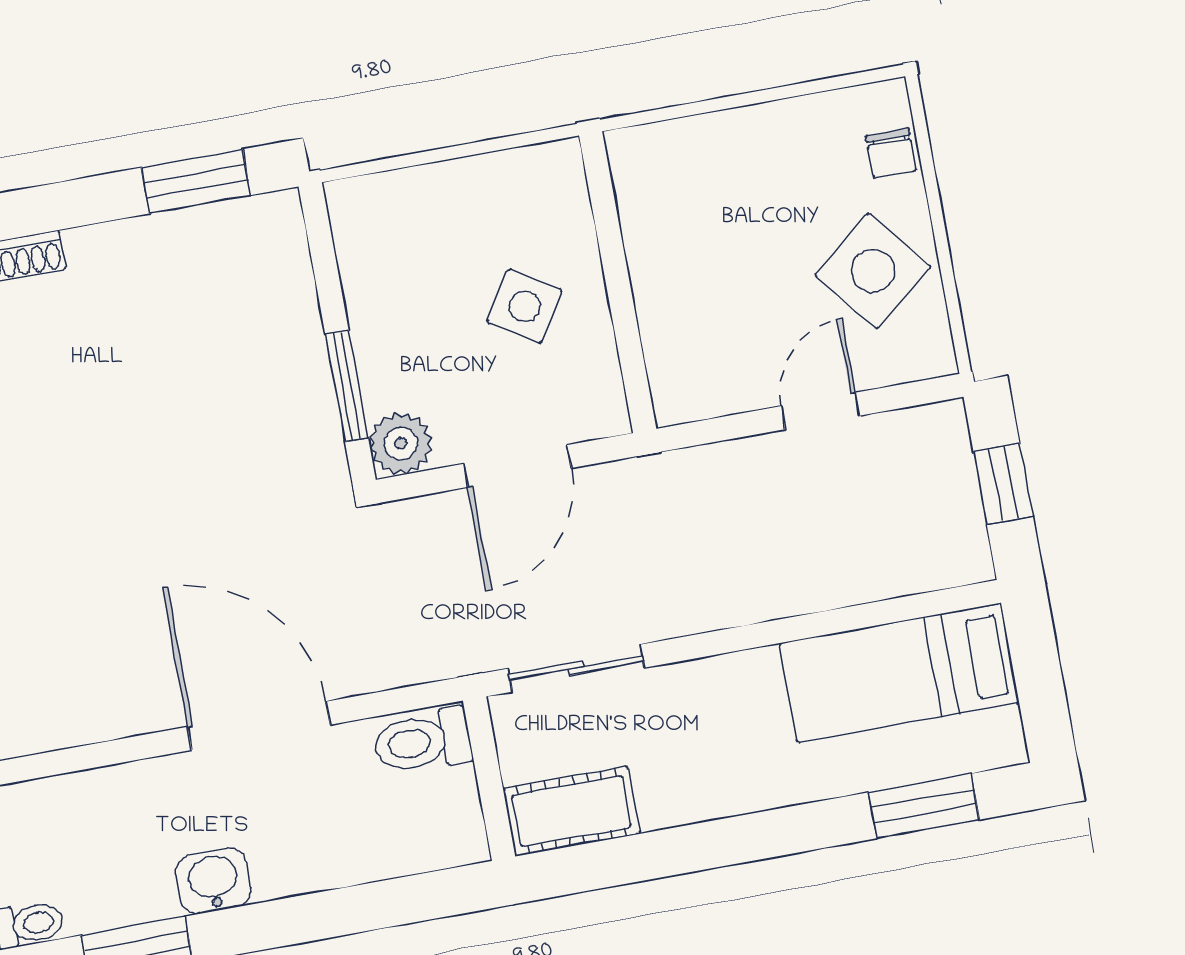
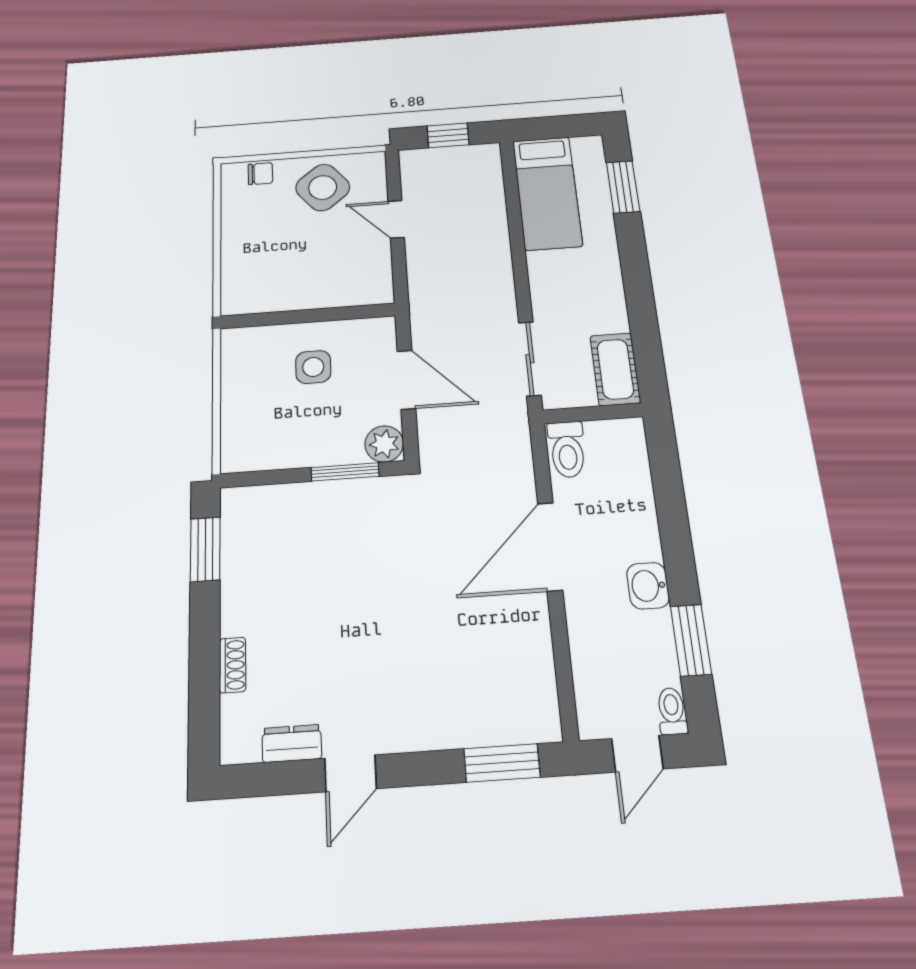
side table: (525, 306) -> (313, 367), turned -32

